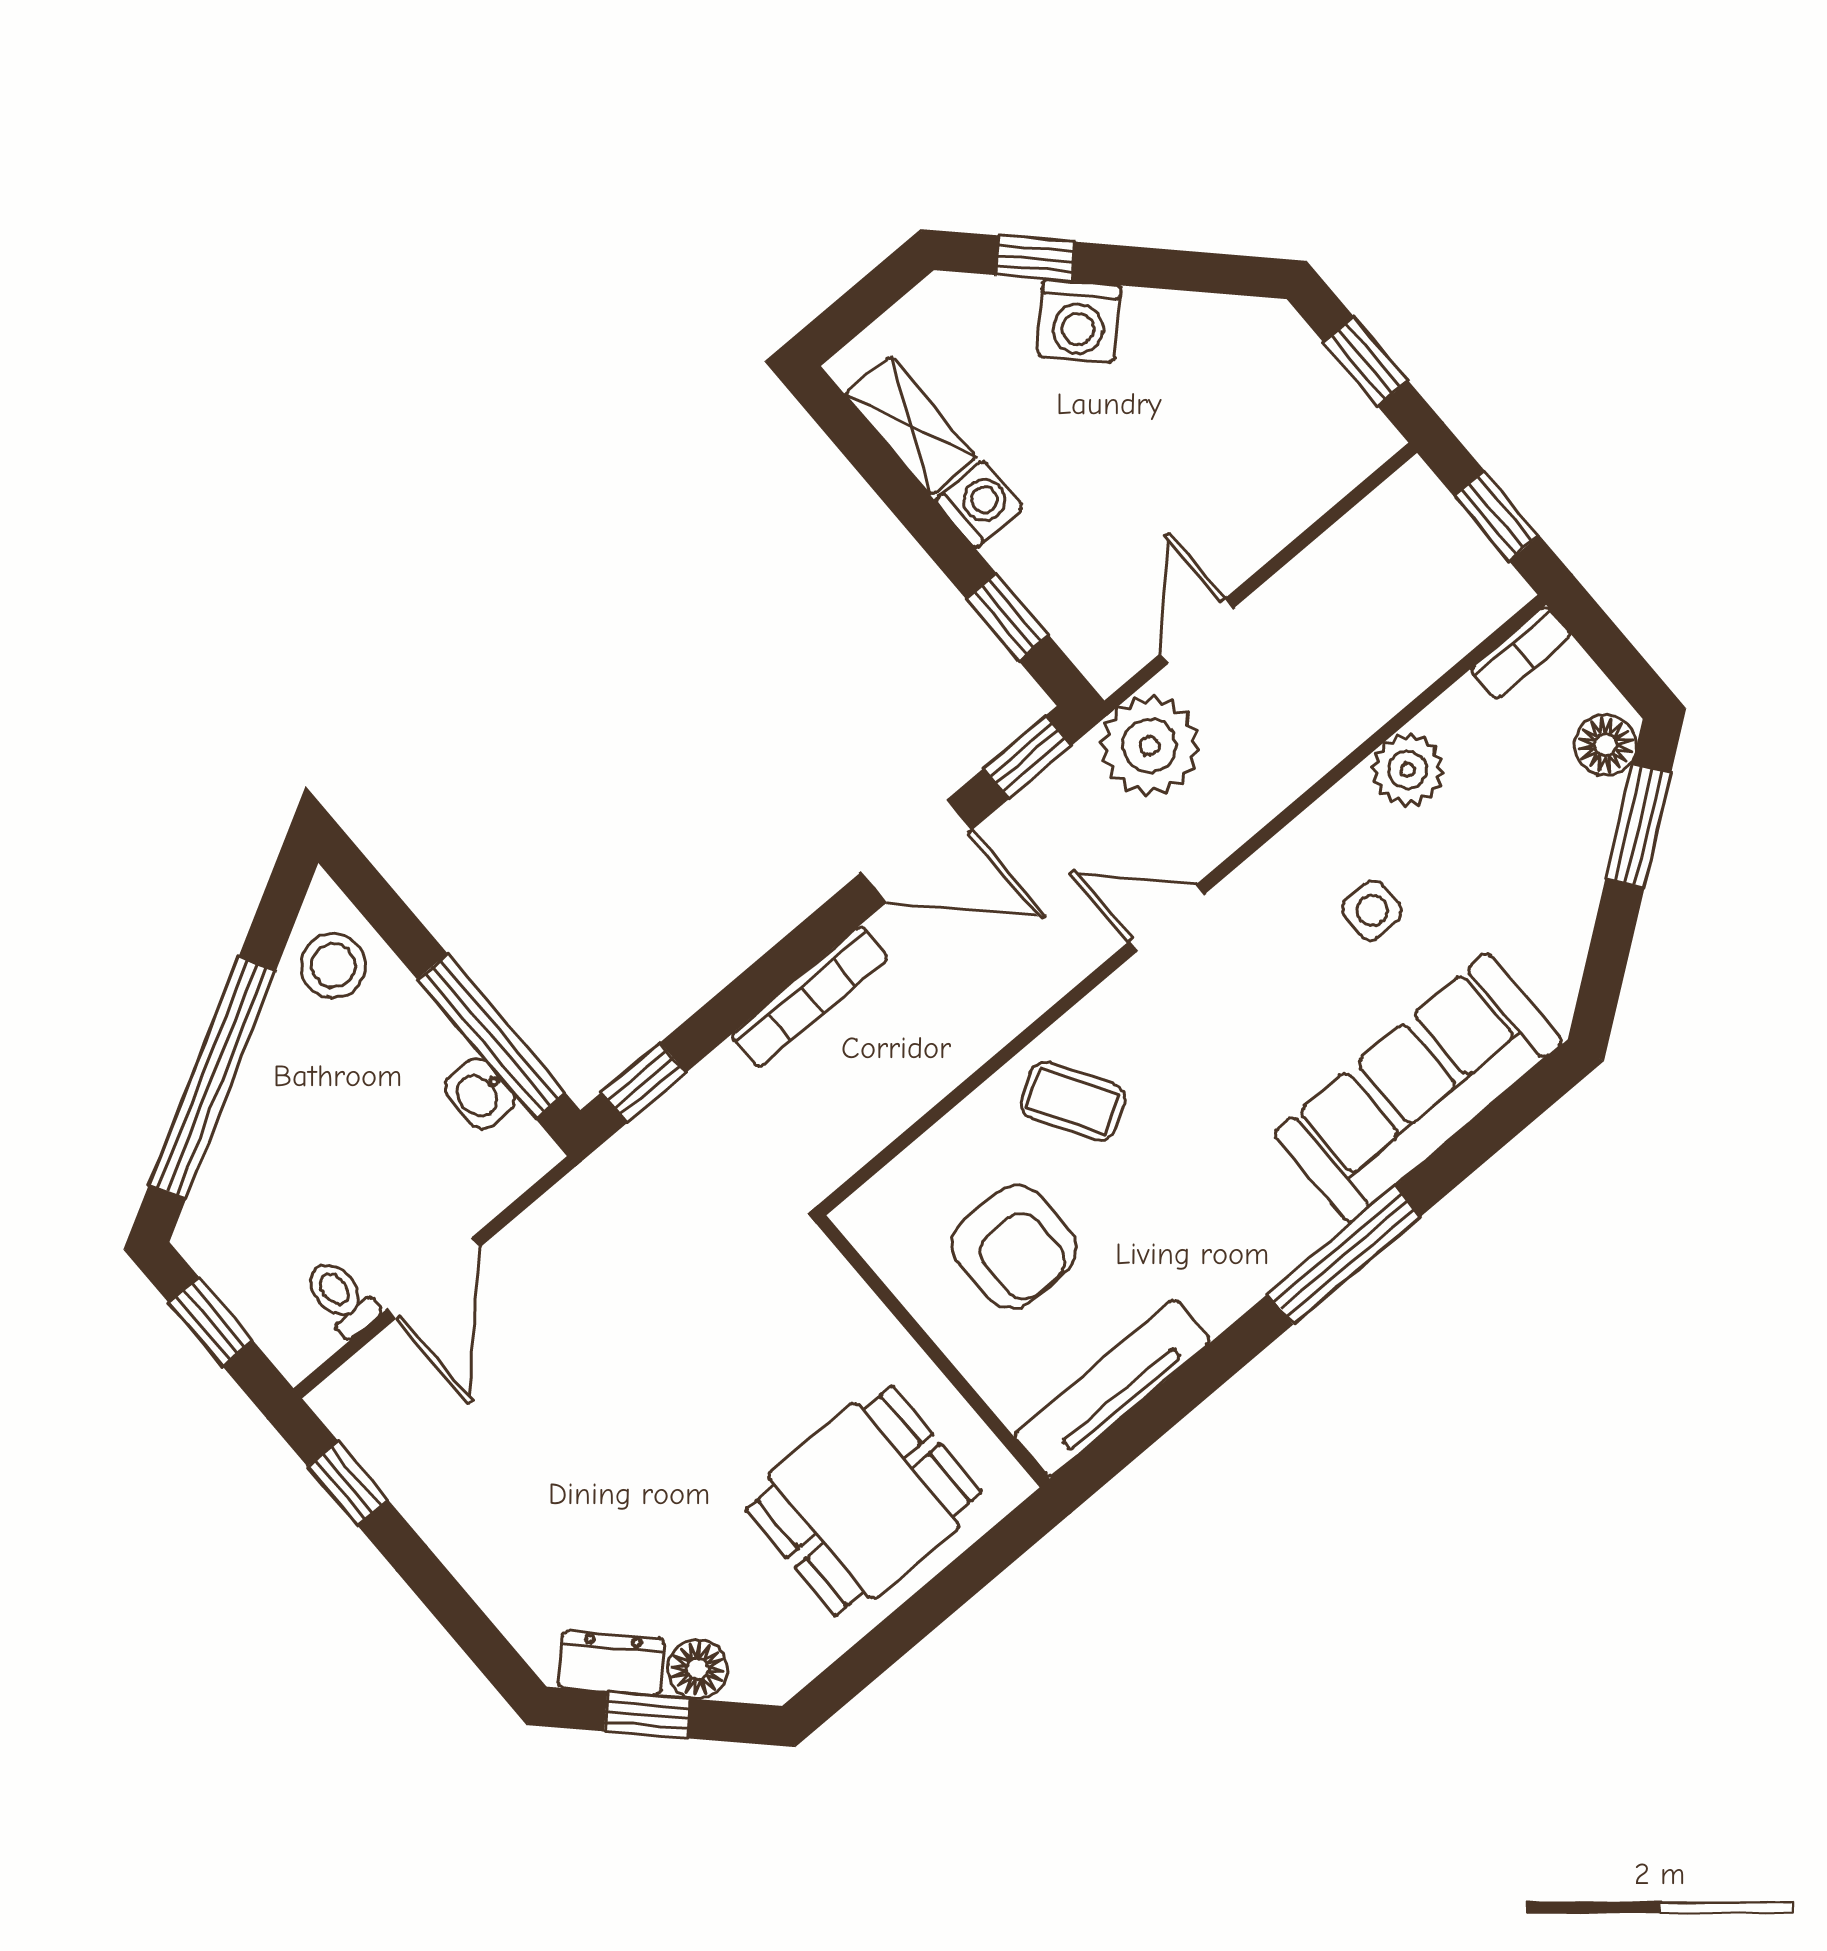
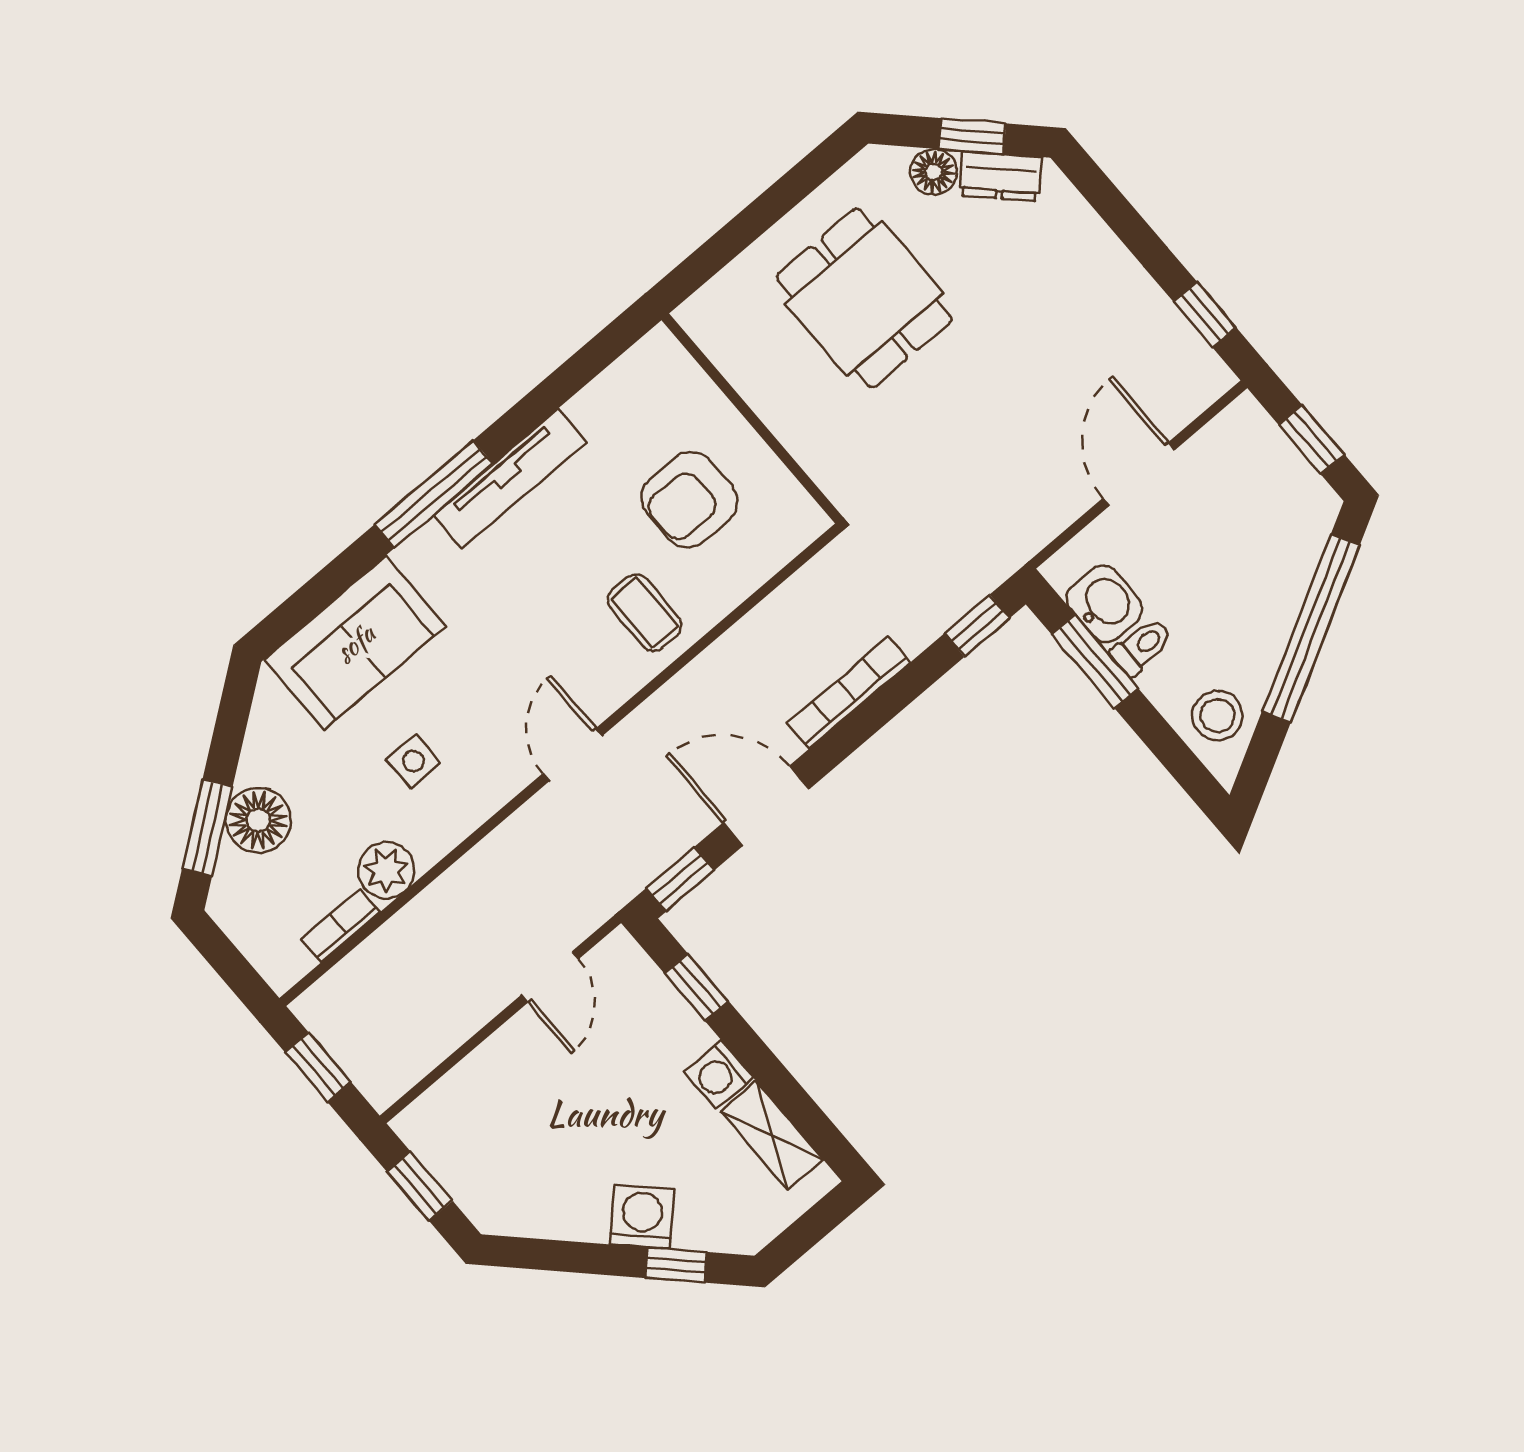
bookcase: (1521, 653) -> (340, 926), moved
floor lamp: (1605, 745) -> (258, 820), moved, width x1.38, depth x1.38
plant: (1150, 746) -> (586, 888), removed
door: (1167, 918) -> (572, 755), swing flipped
window: (491, 1036) -> (1095, 661), width x0.69
sofa: (1418, 1088) -> (355, 643), width x0.73
washbasin: (480, 1093) -> (1104, 604), width x1.38, depth x1.45
coffee table: (1073, 1101) -> (645, 613), turned 31
armchair: (1014, 1247) -> (689, 500), turned -90
toilet: (341, 1297) -> (1142, 647), moved, turned -90
tv unit: (1112, 1388) -> (510, 479), moved
dining table: (864, 1501) -> (864, 298), moved, turned 90

